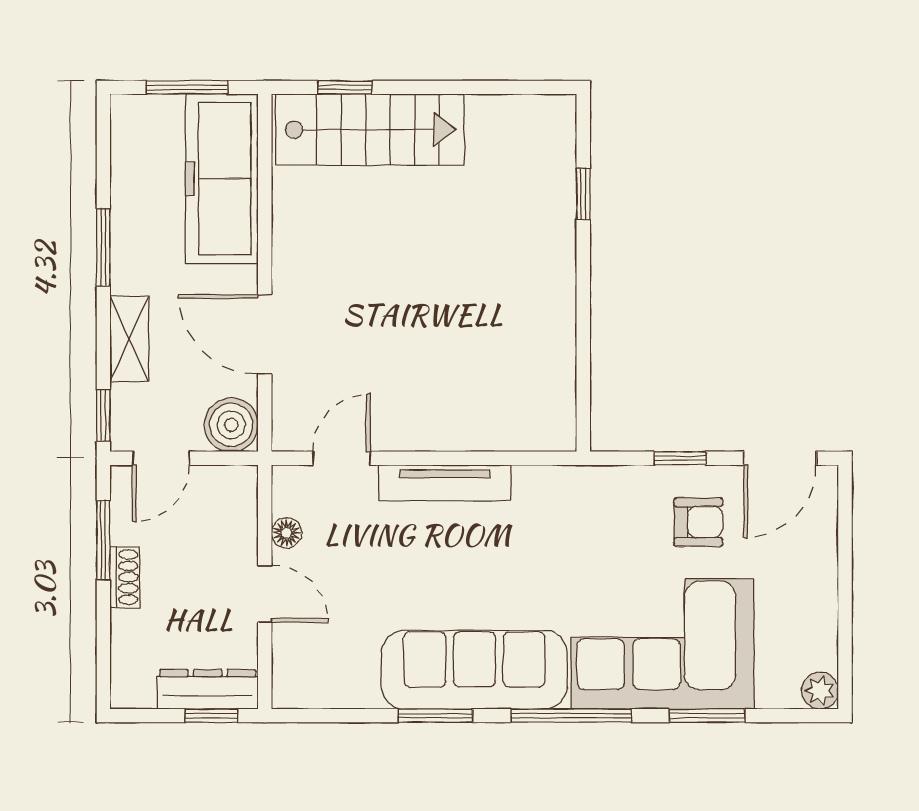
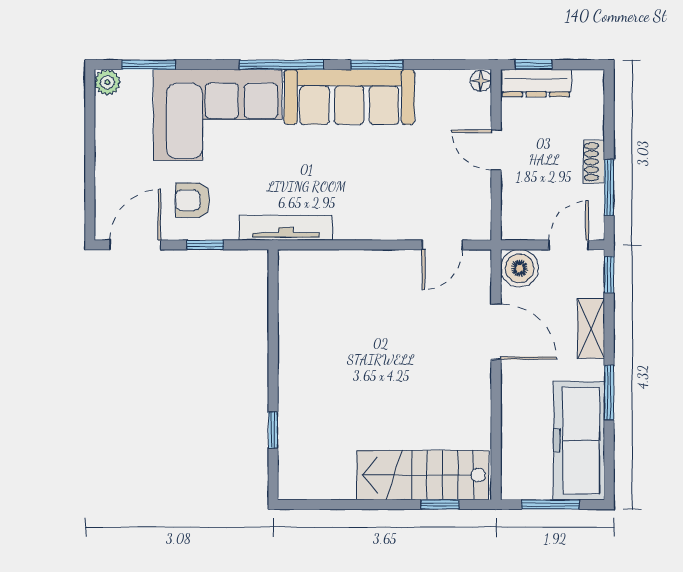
freezer: (222, 179) -> (579, 441), moved, turned 180
tv unit: (445, 483) -> (286, 228), moved
floor lamp: (286, 533) -> (481, 81), moved
window: (707, 716) -> (148, 65), moved

